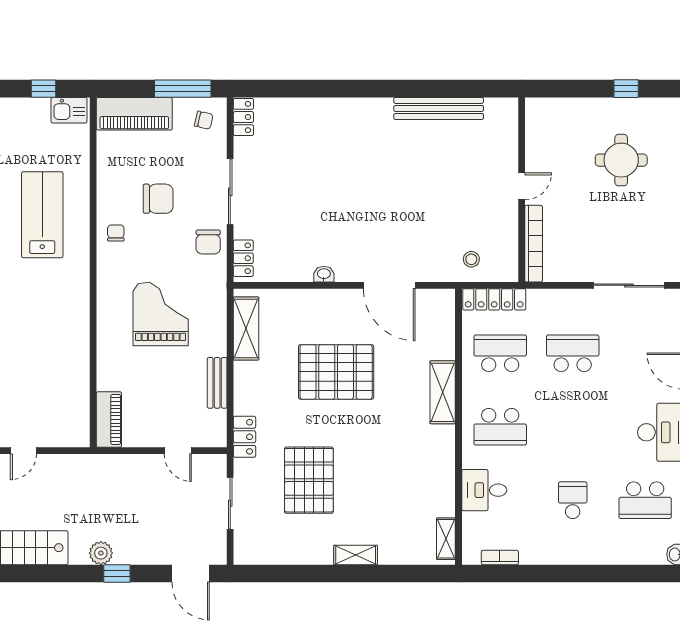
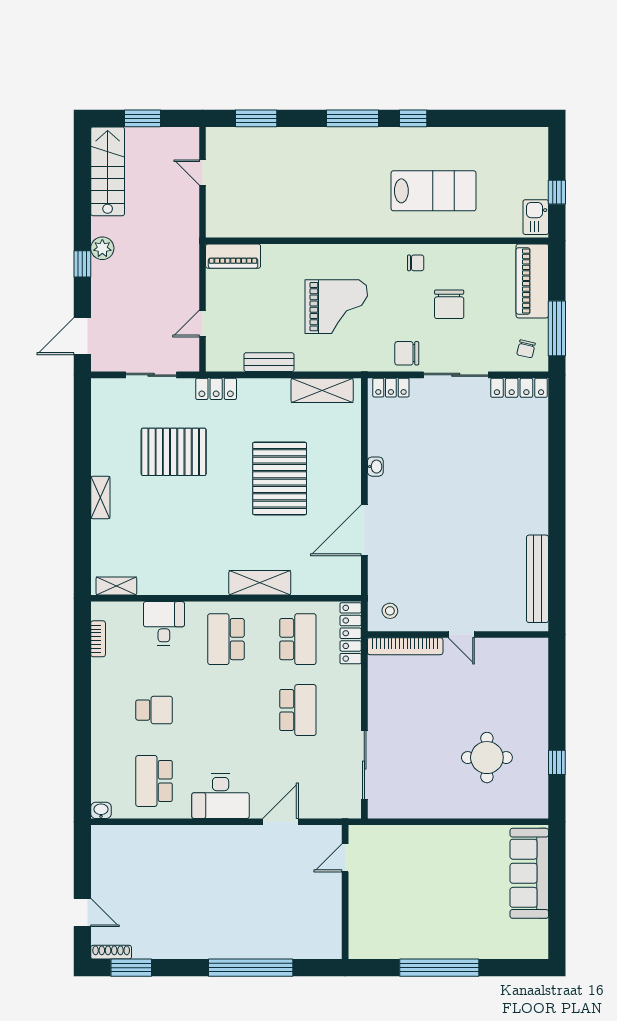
locker: (243, 117) -> (519, 388), width x1.53
door: (522, 186) -> (461, 634), moved
wall: (522, 190) -> (458, 634), moved
bookcase: (534, 244) -> (405, 646), moved

